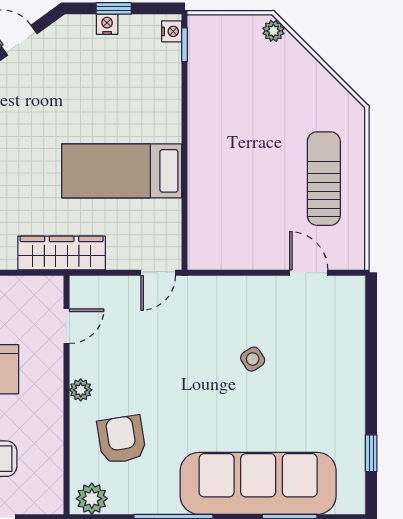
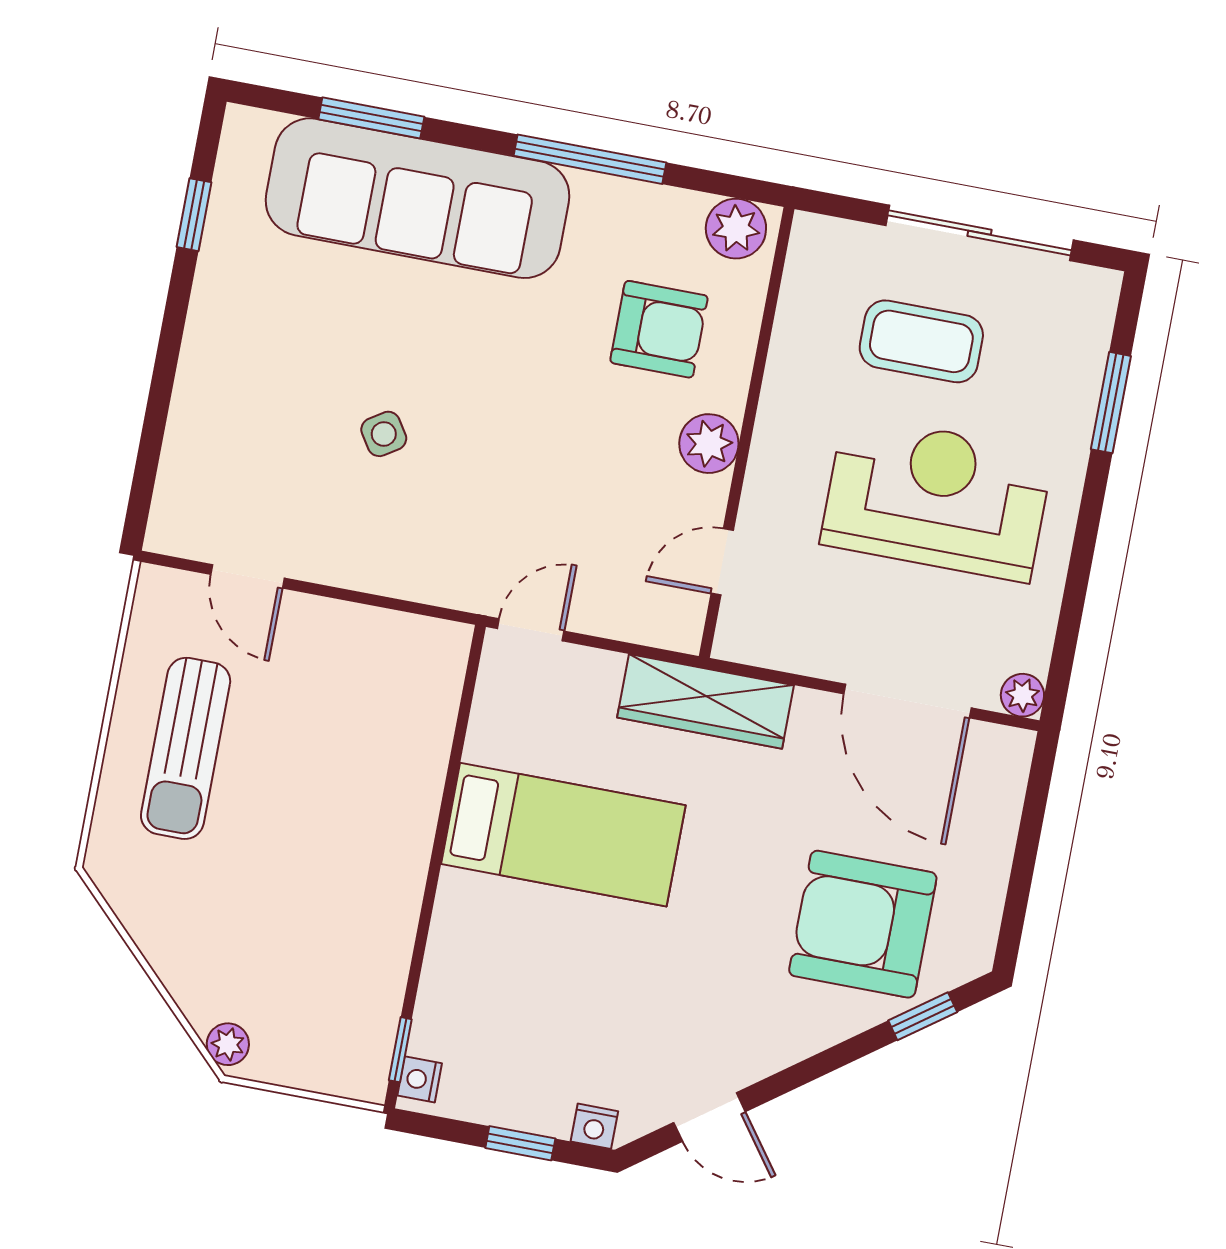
nightstand: (107, 24) -> (594, 1126), moved
plant: (81, 390) -> (709, 444), width x1.38, depth x1.38
armchair: (122, 439) -> (659, 329), turned -81

